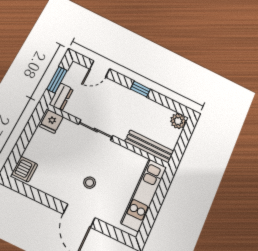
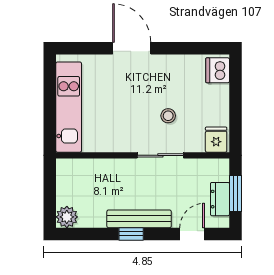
dresser: (61, 97) -> (220, 199), moved
bench: (149, 146) -> (139, 219), moved
stool: (90, 183) -> (168, 116), moved

